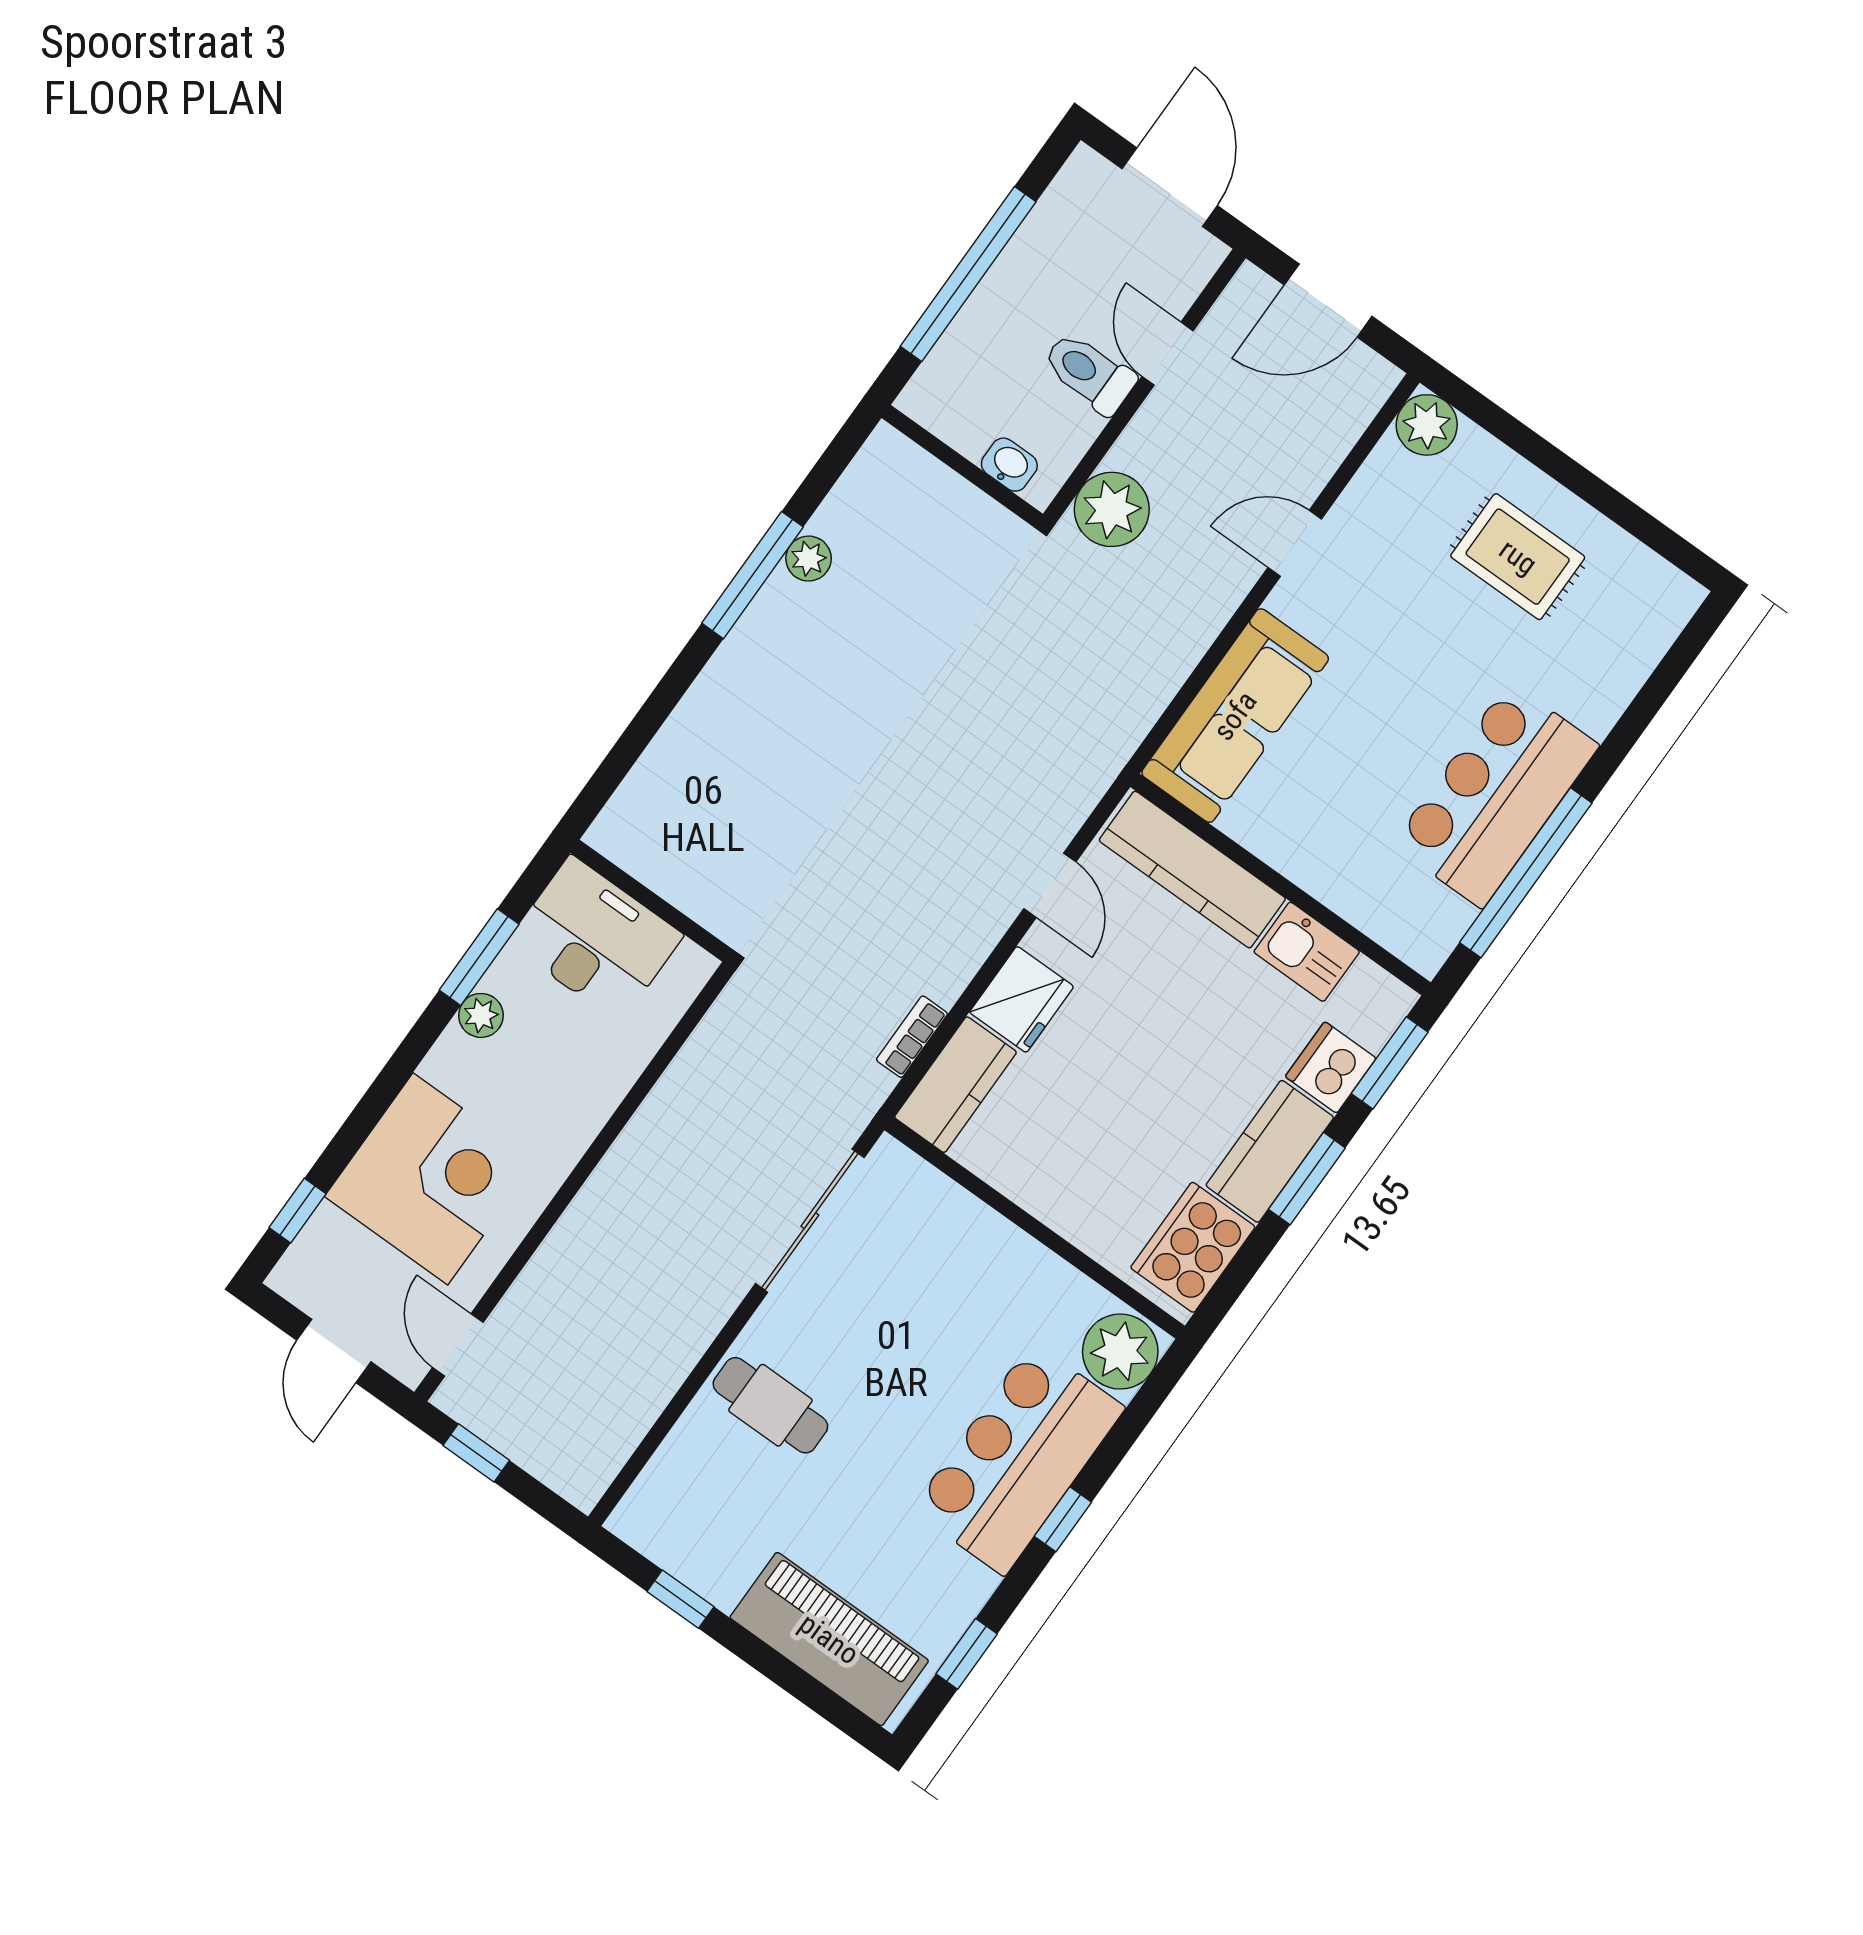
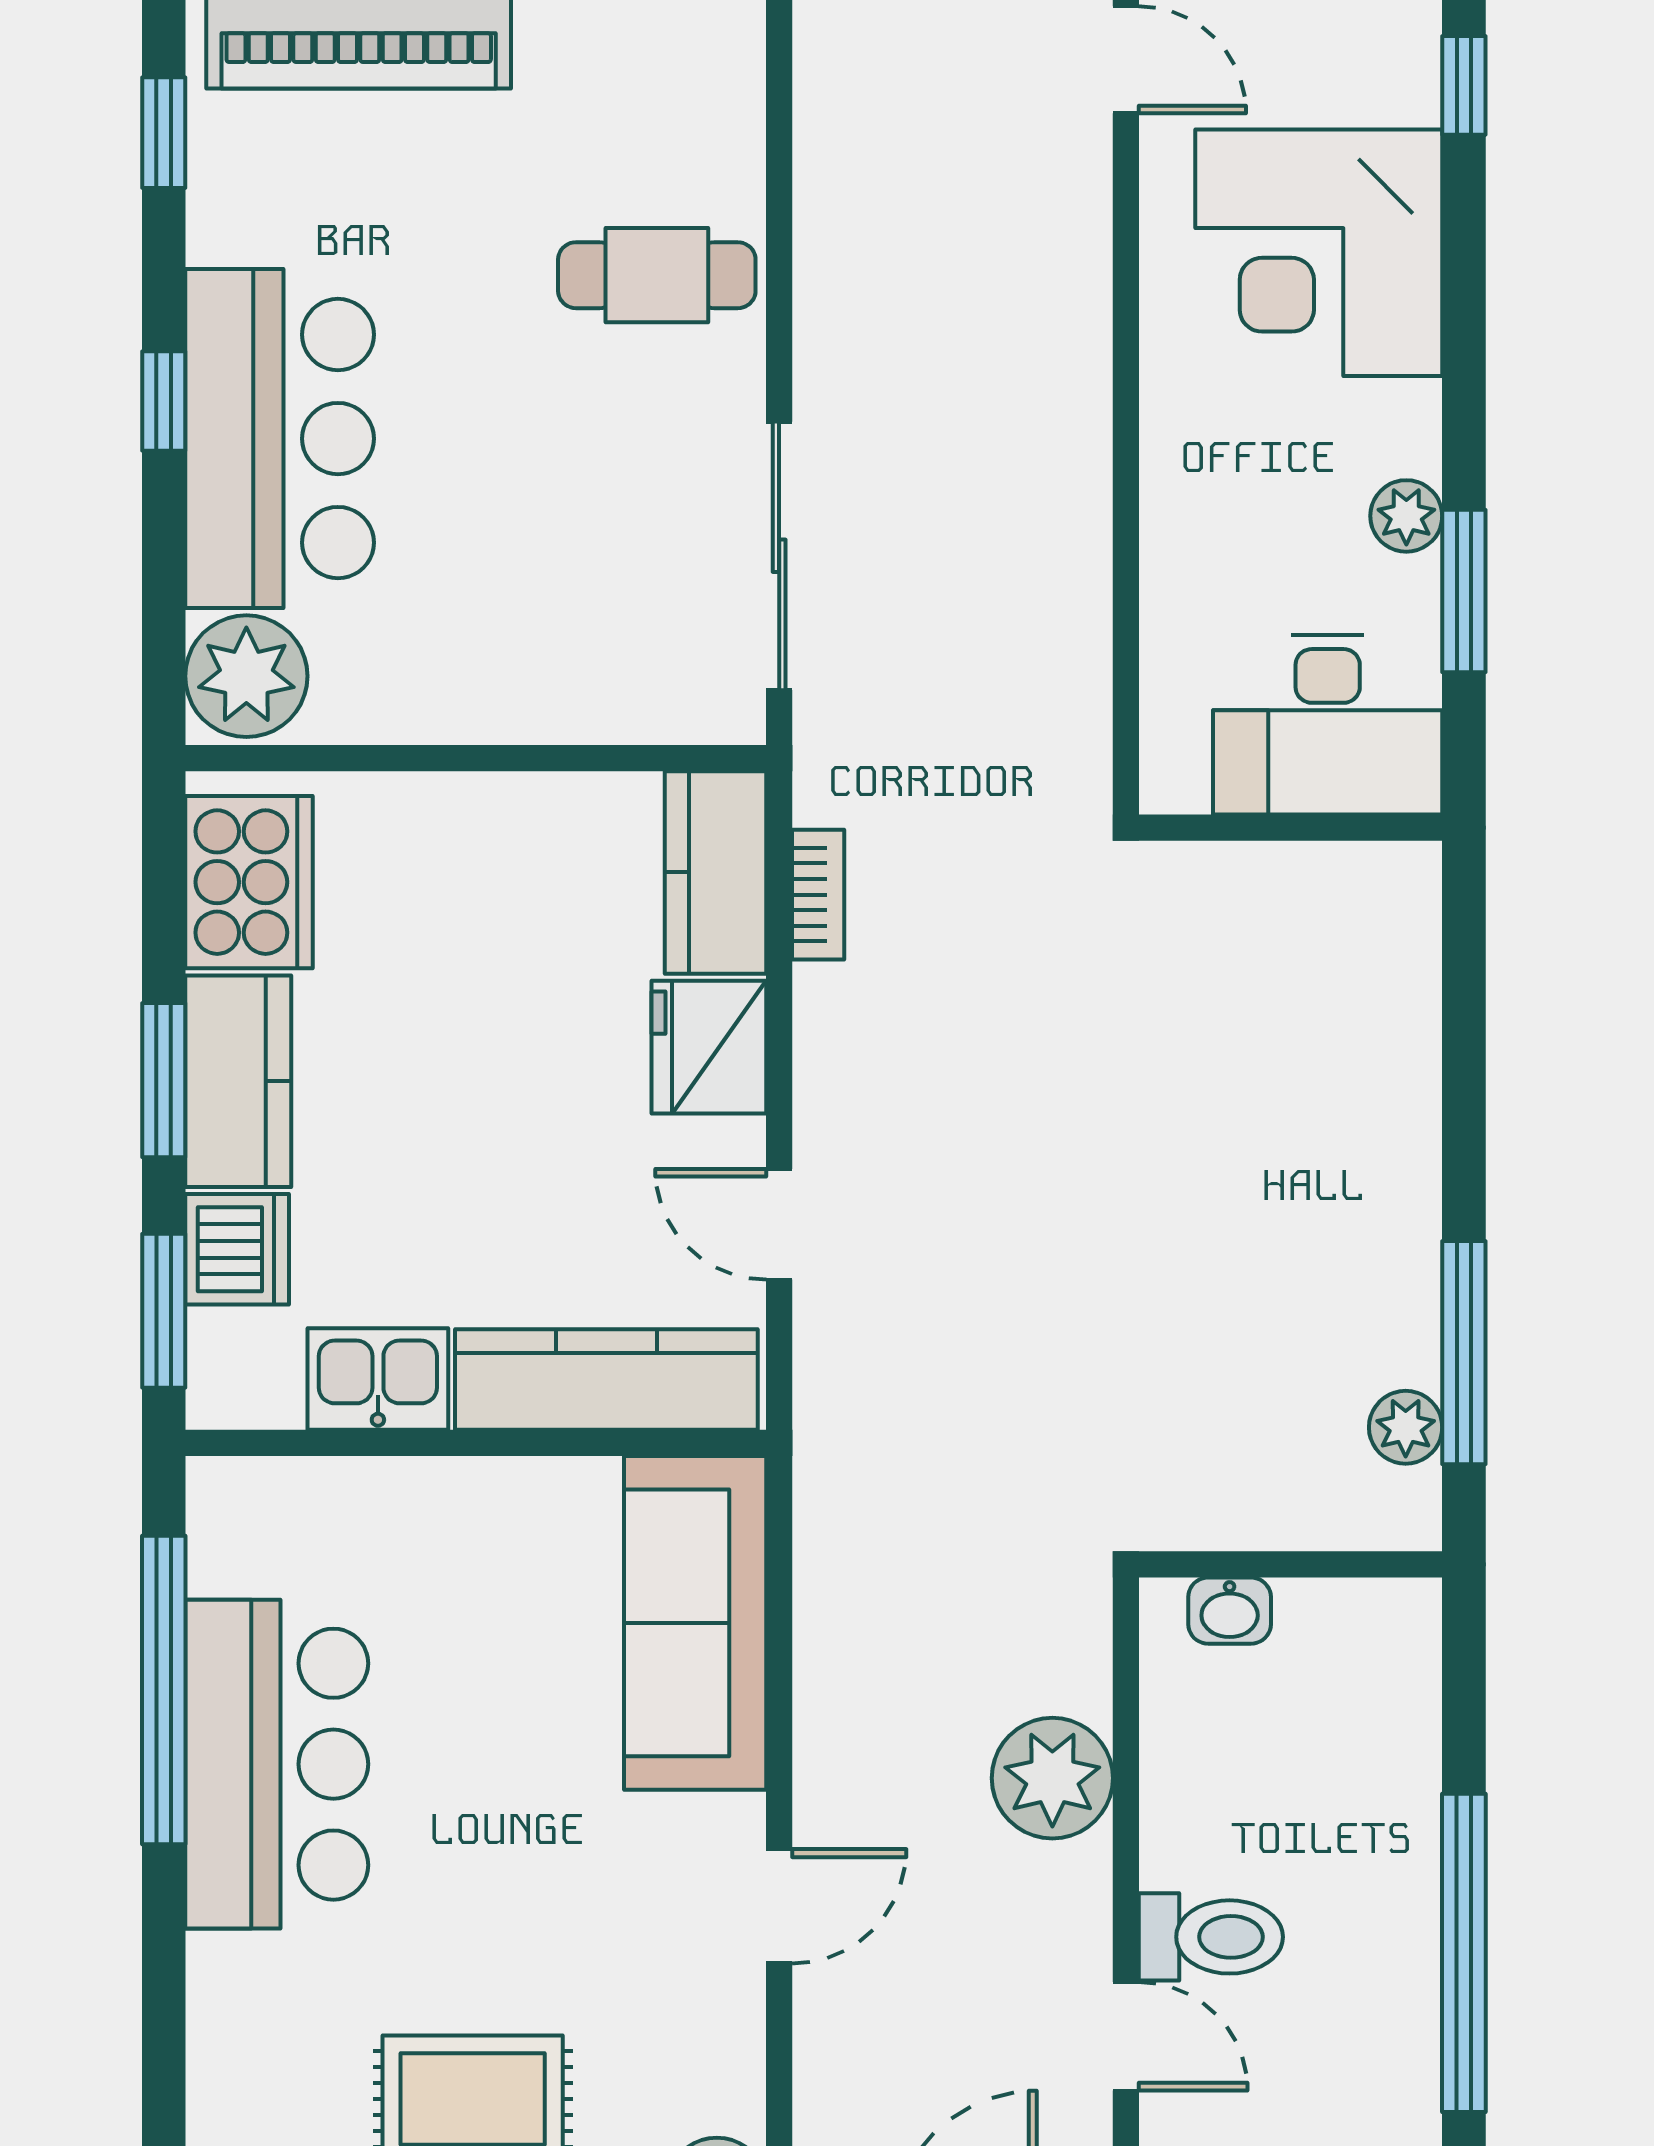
washbasin: (1009, 465) -> (1230, 1611), moved
wall: (962, 466) -> (1290, 1564), moved

